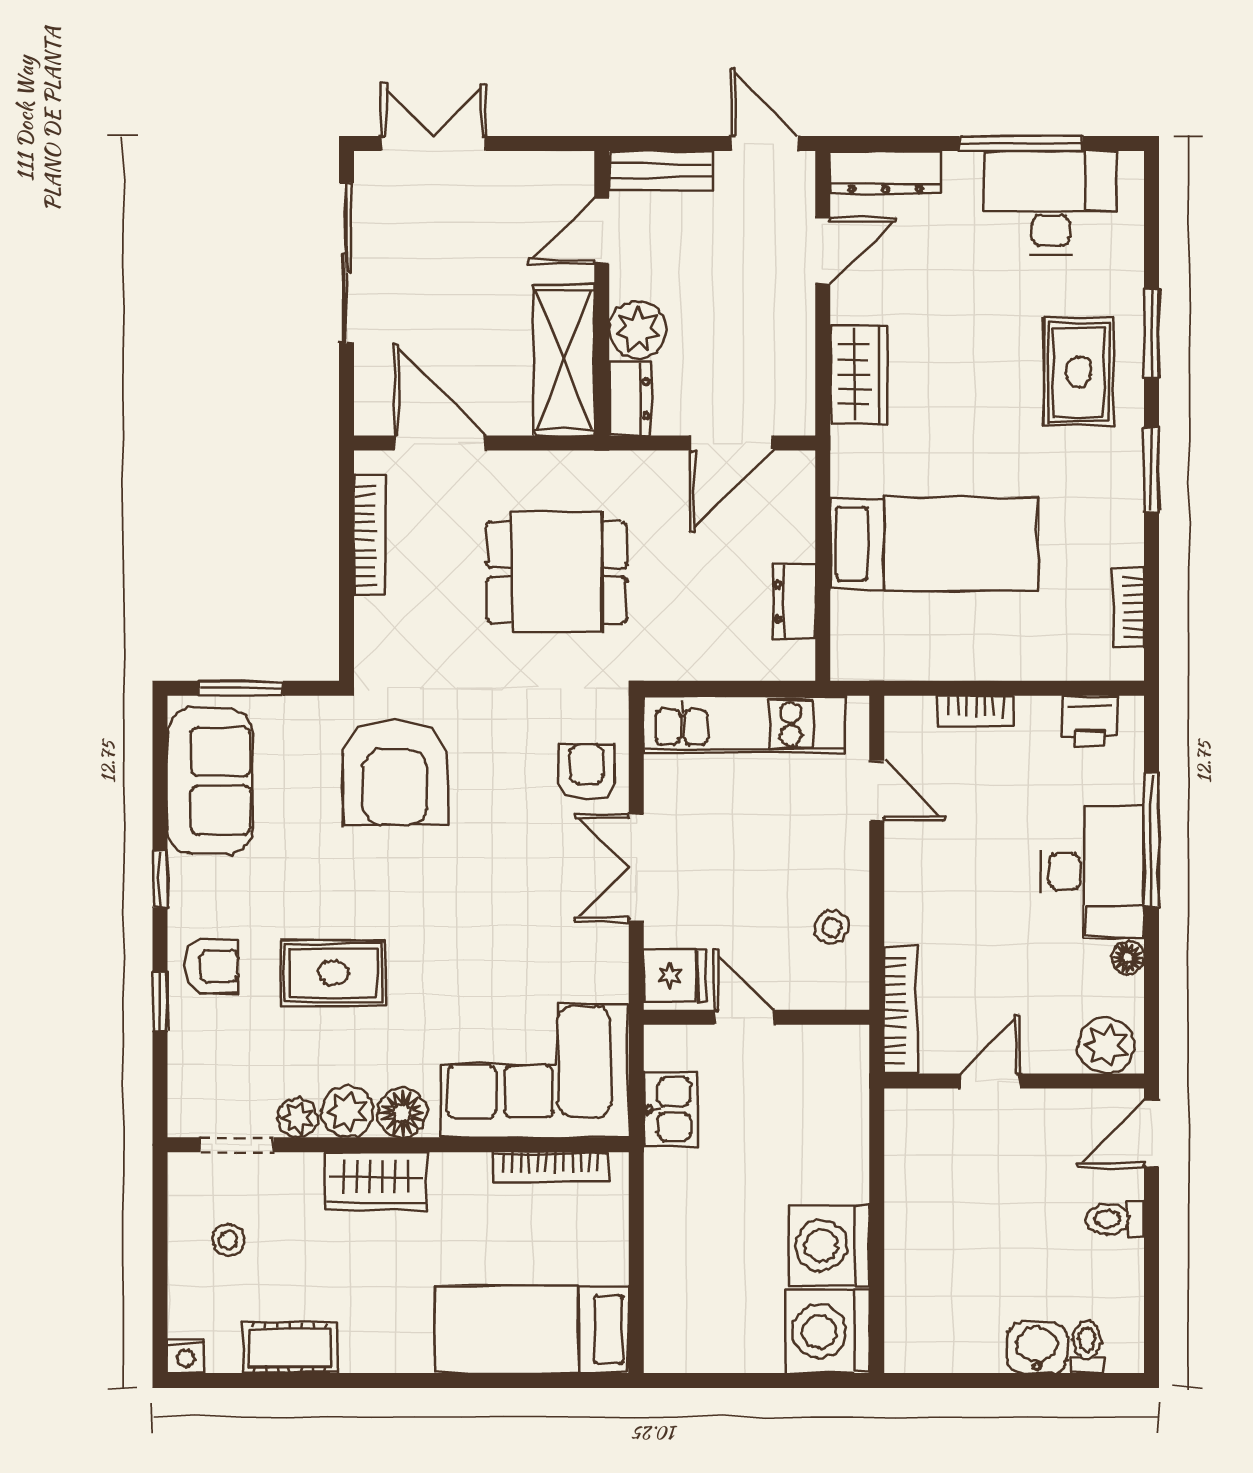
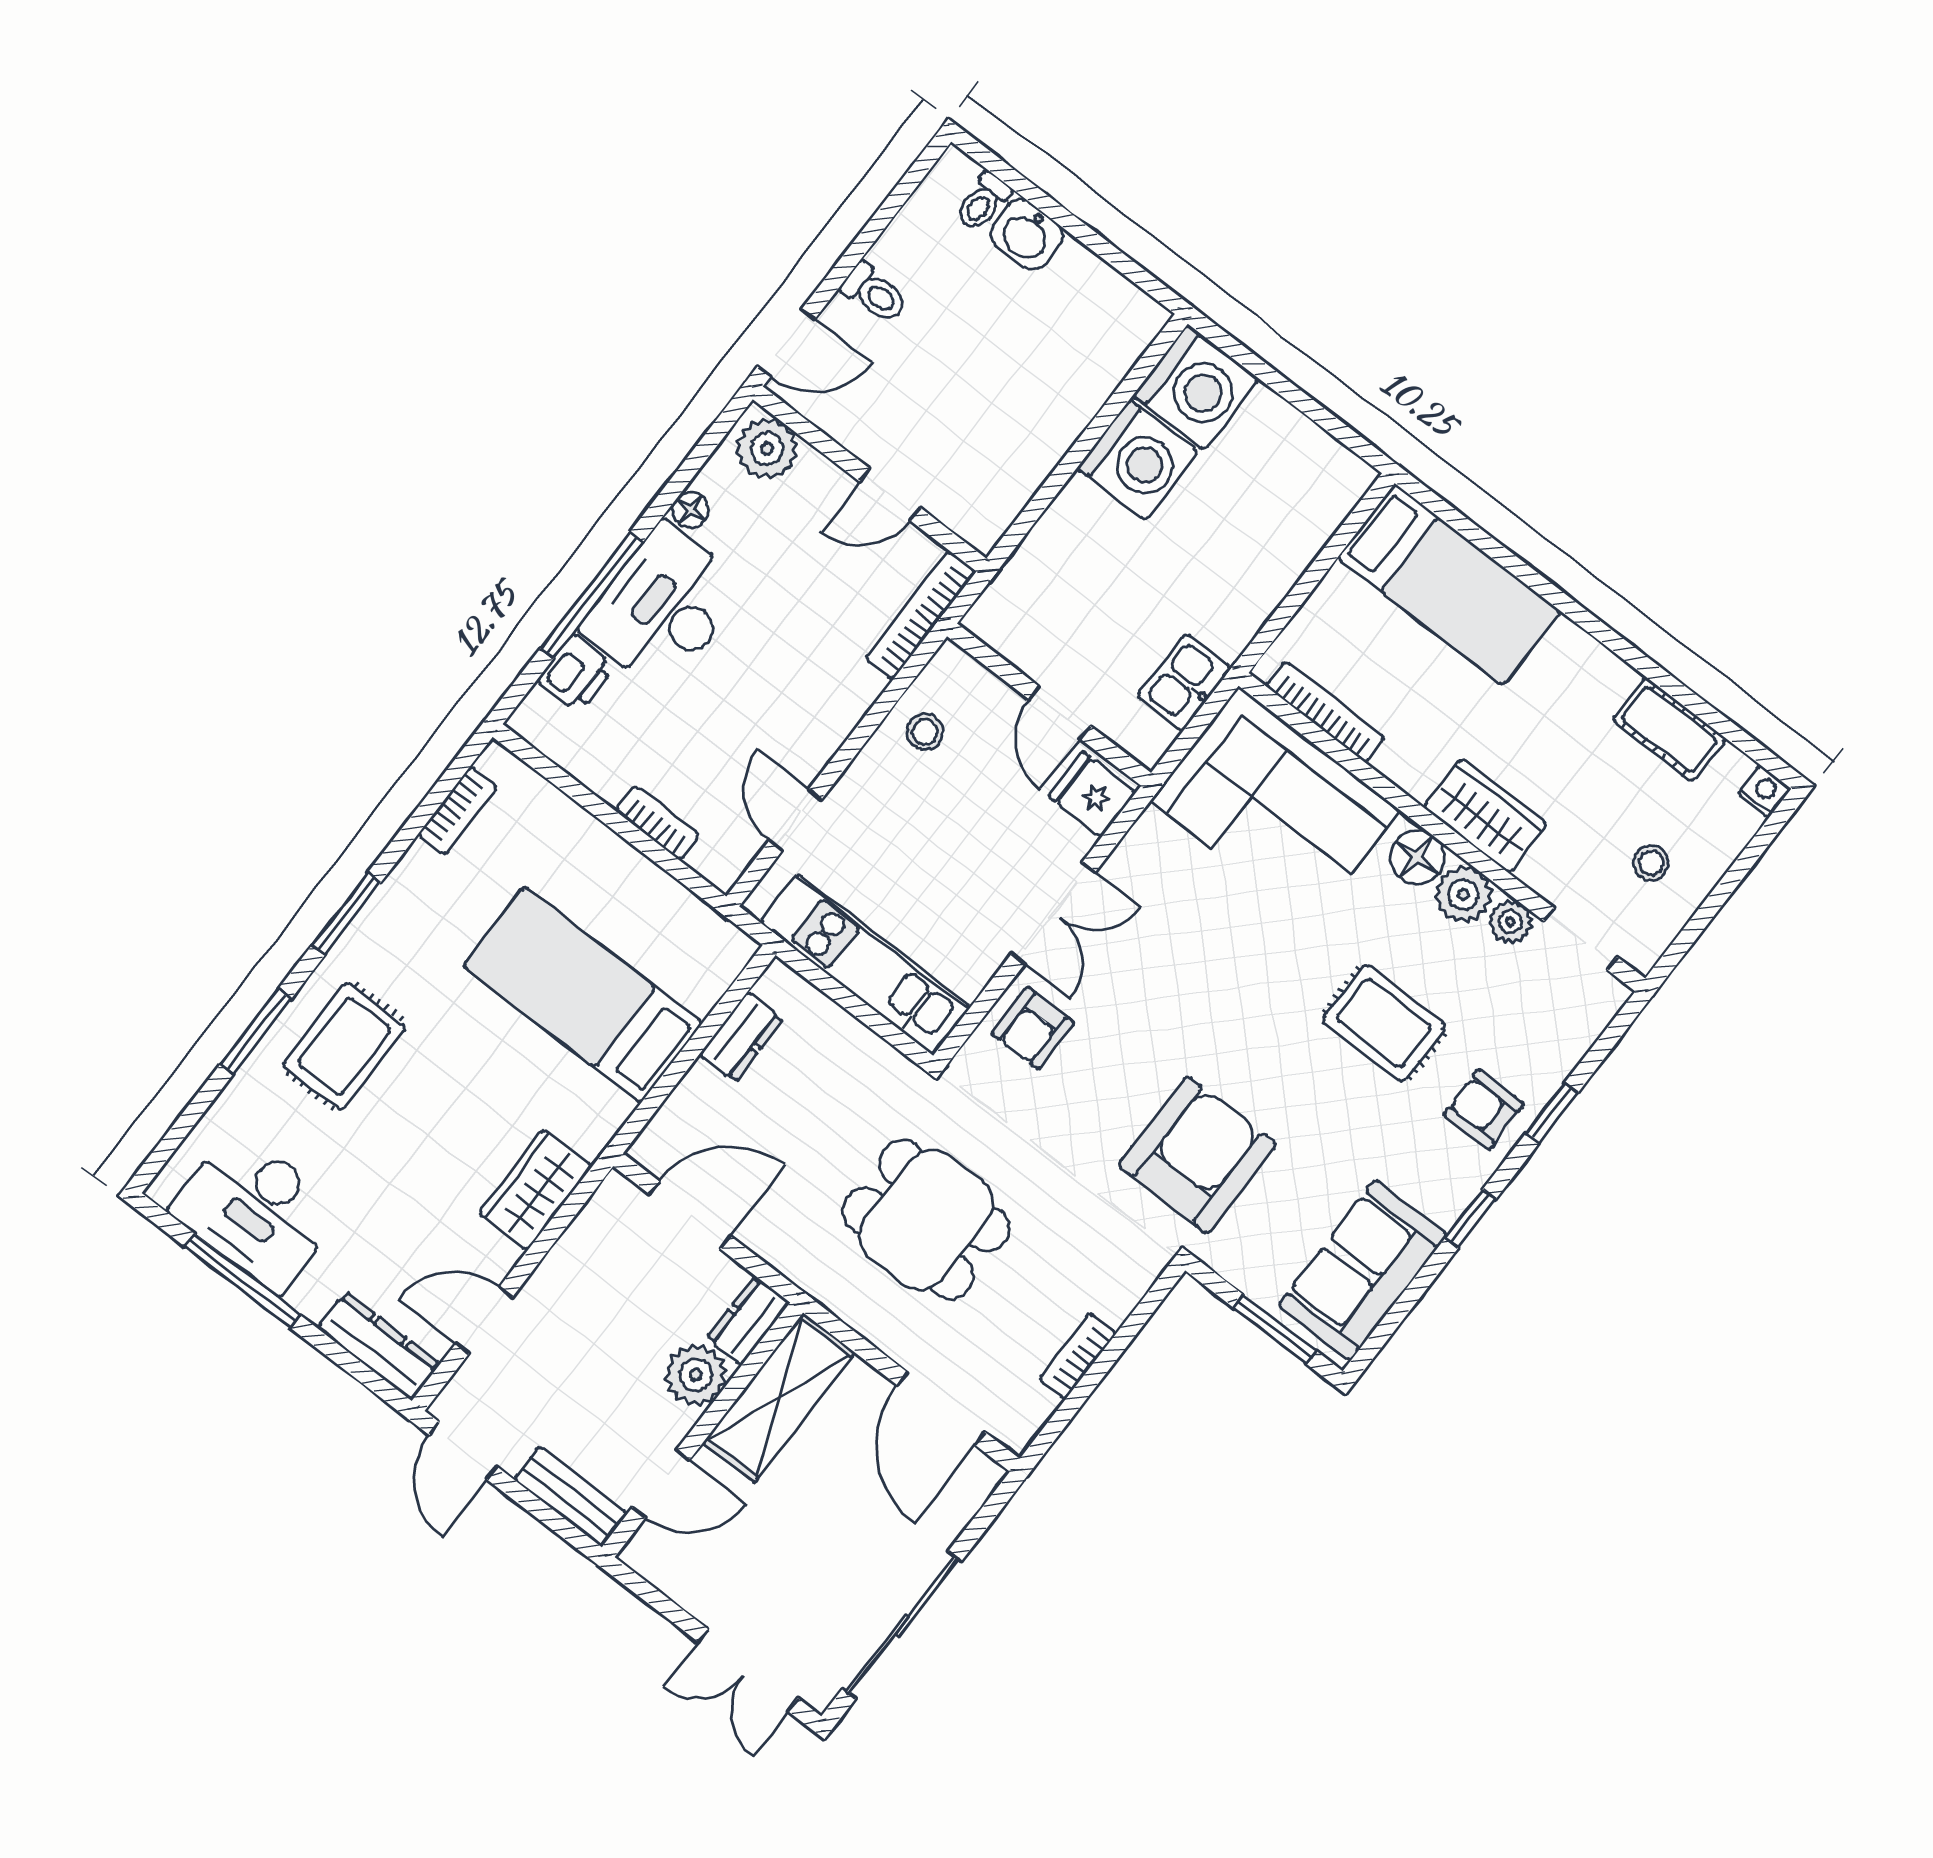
bookcase: (370, 536) -> (1078, 1356), width x0.64
printer: (1090, 721) -> (576, 673), moved, turned 90

